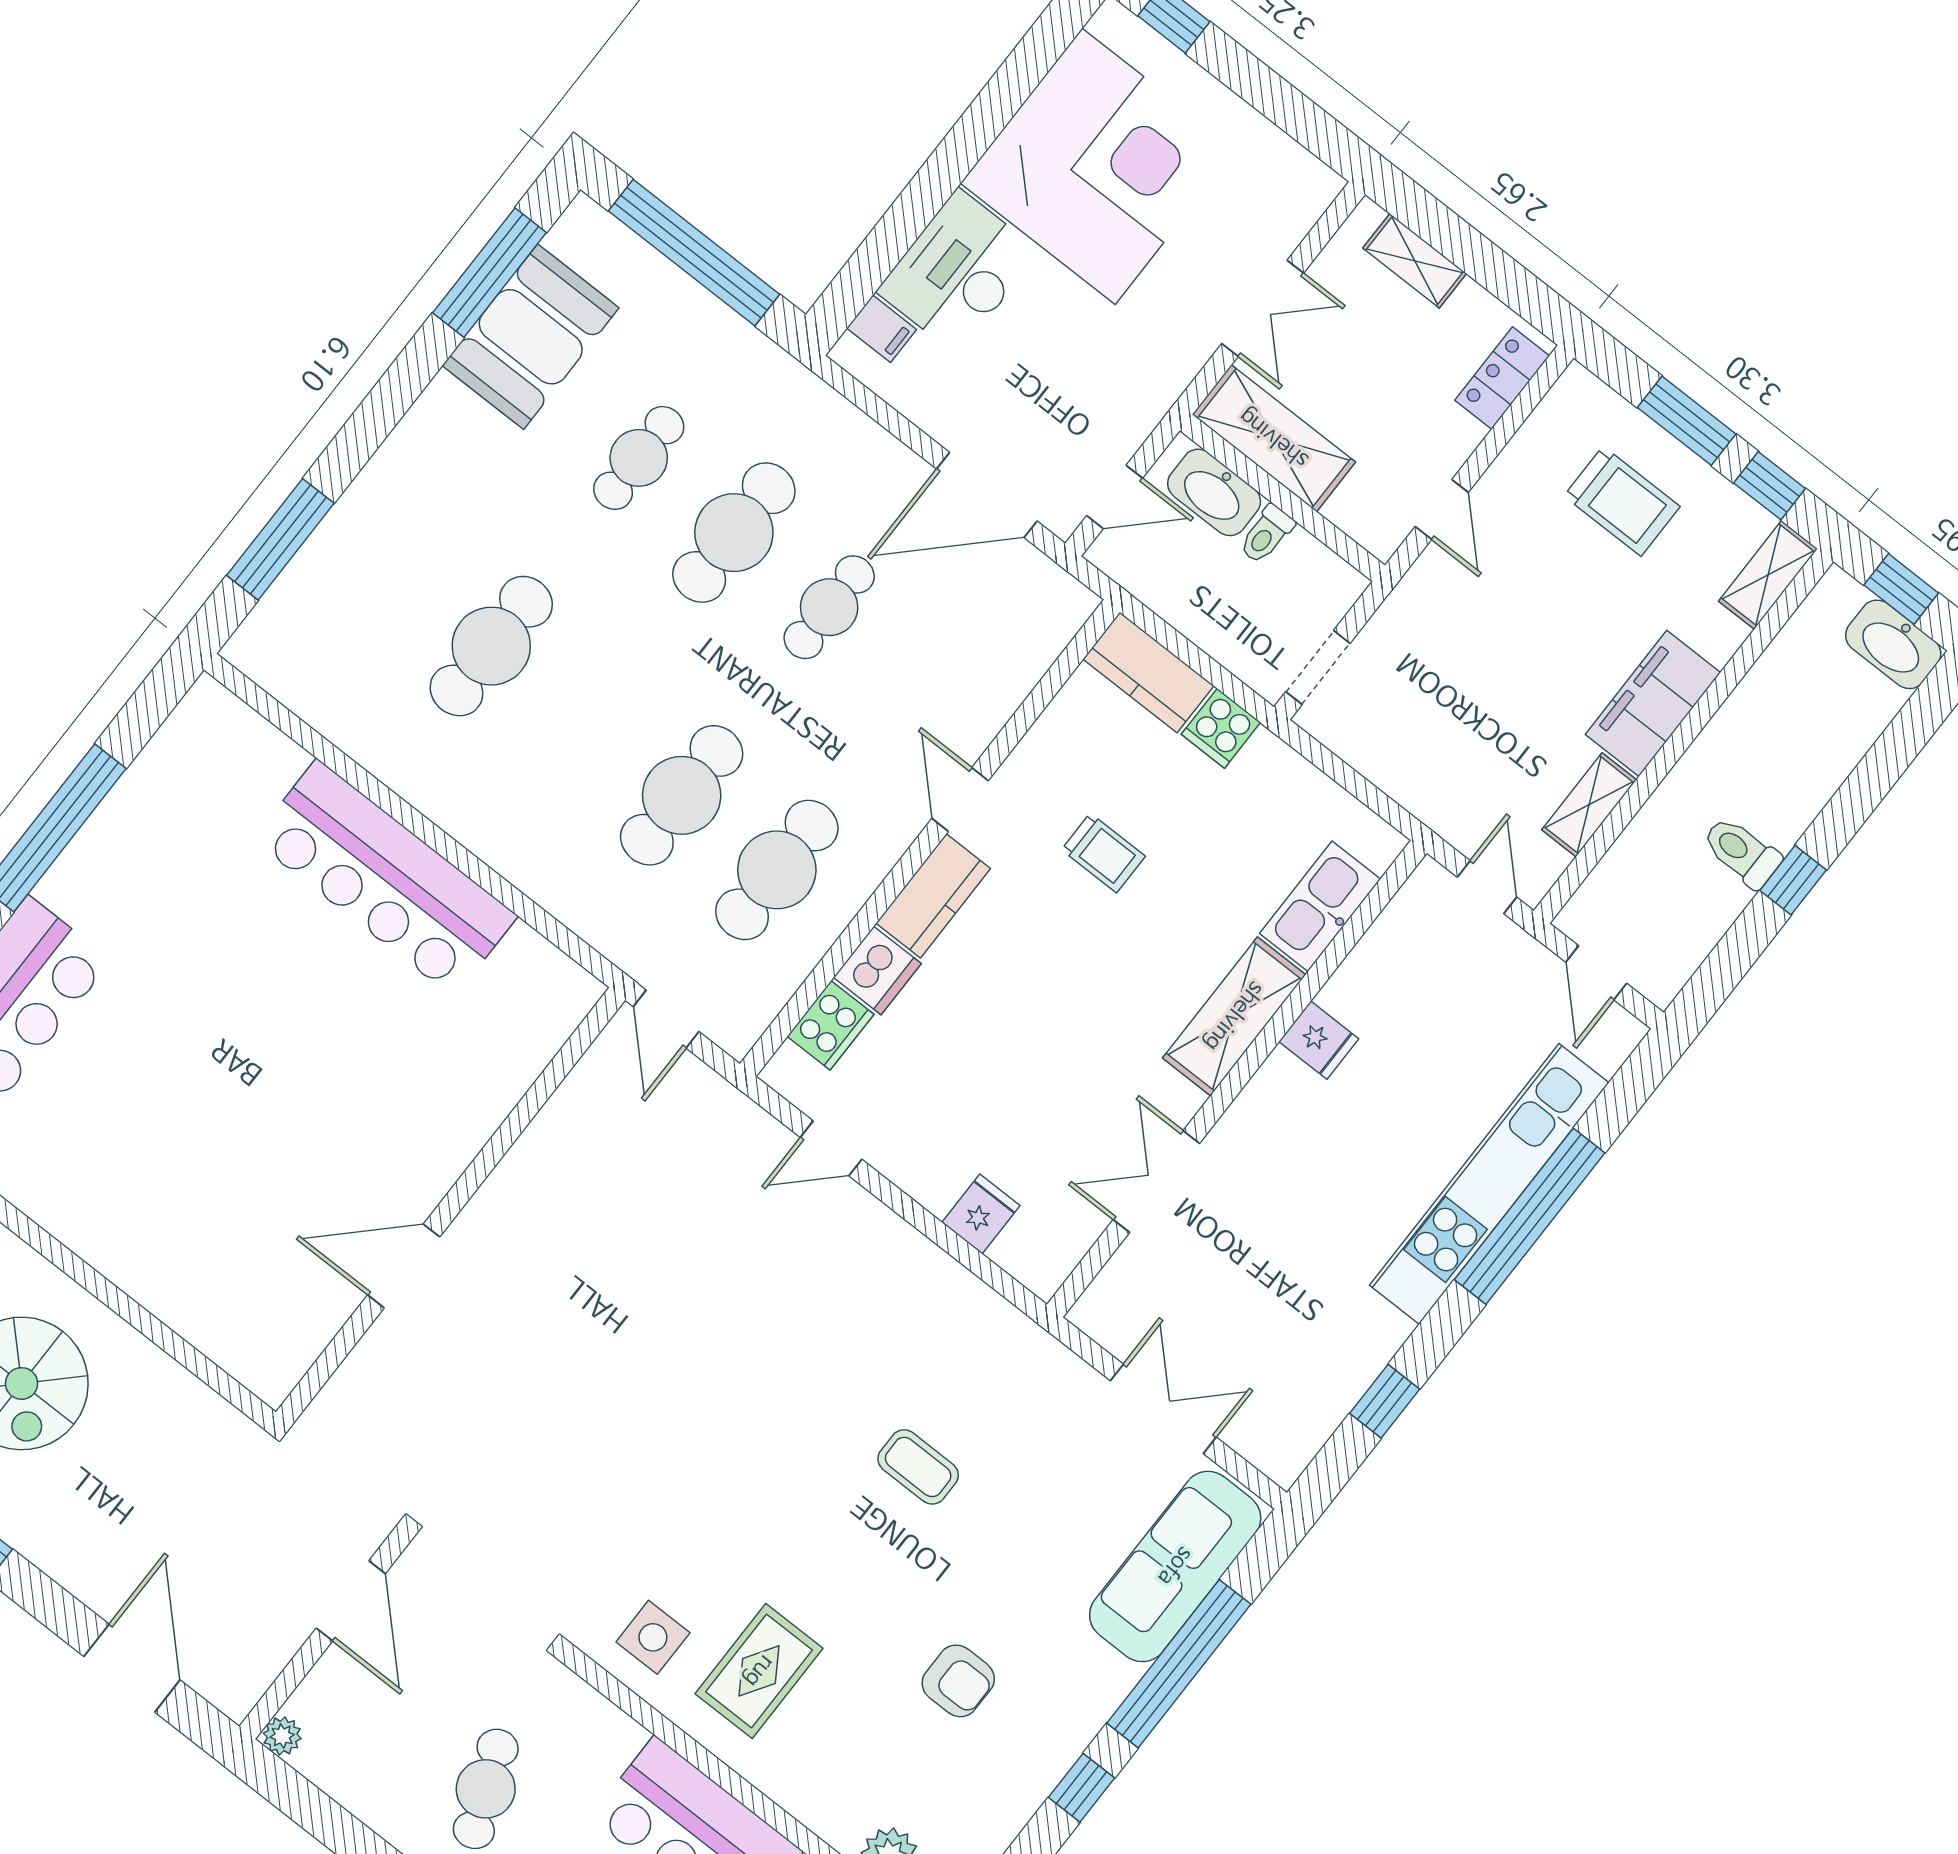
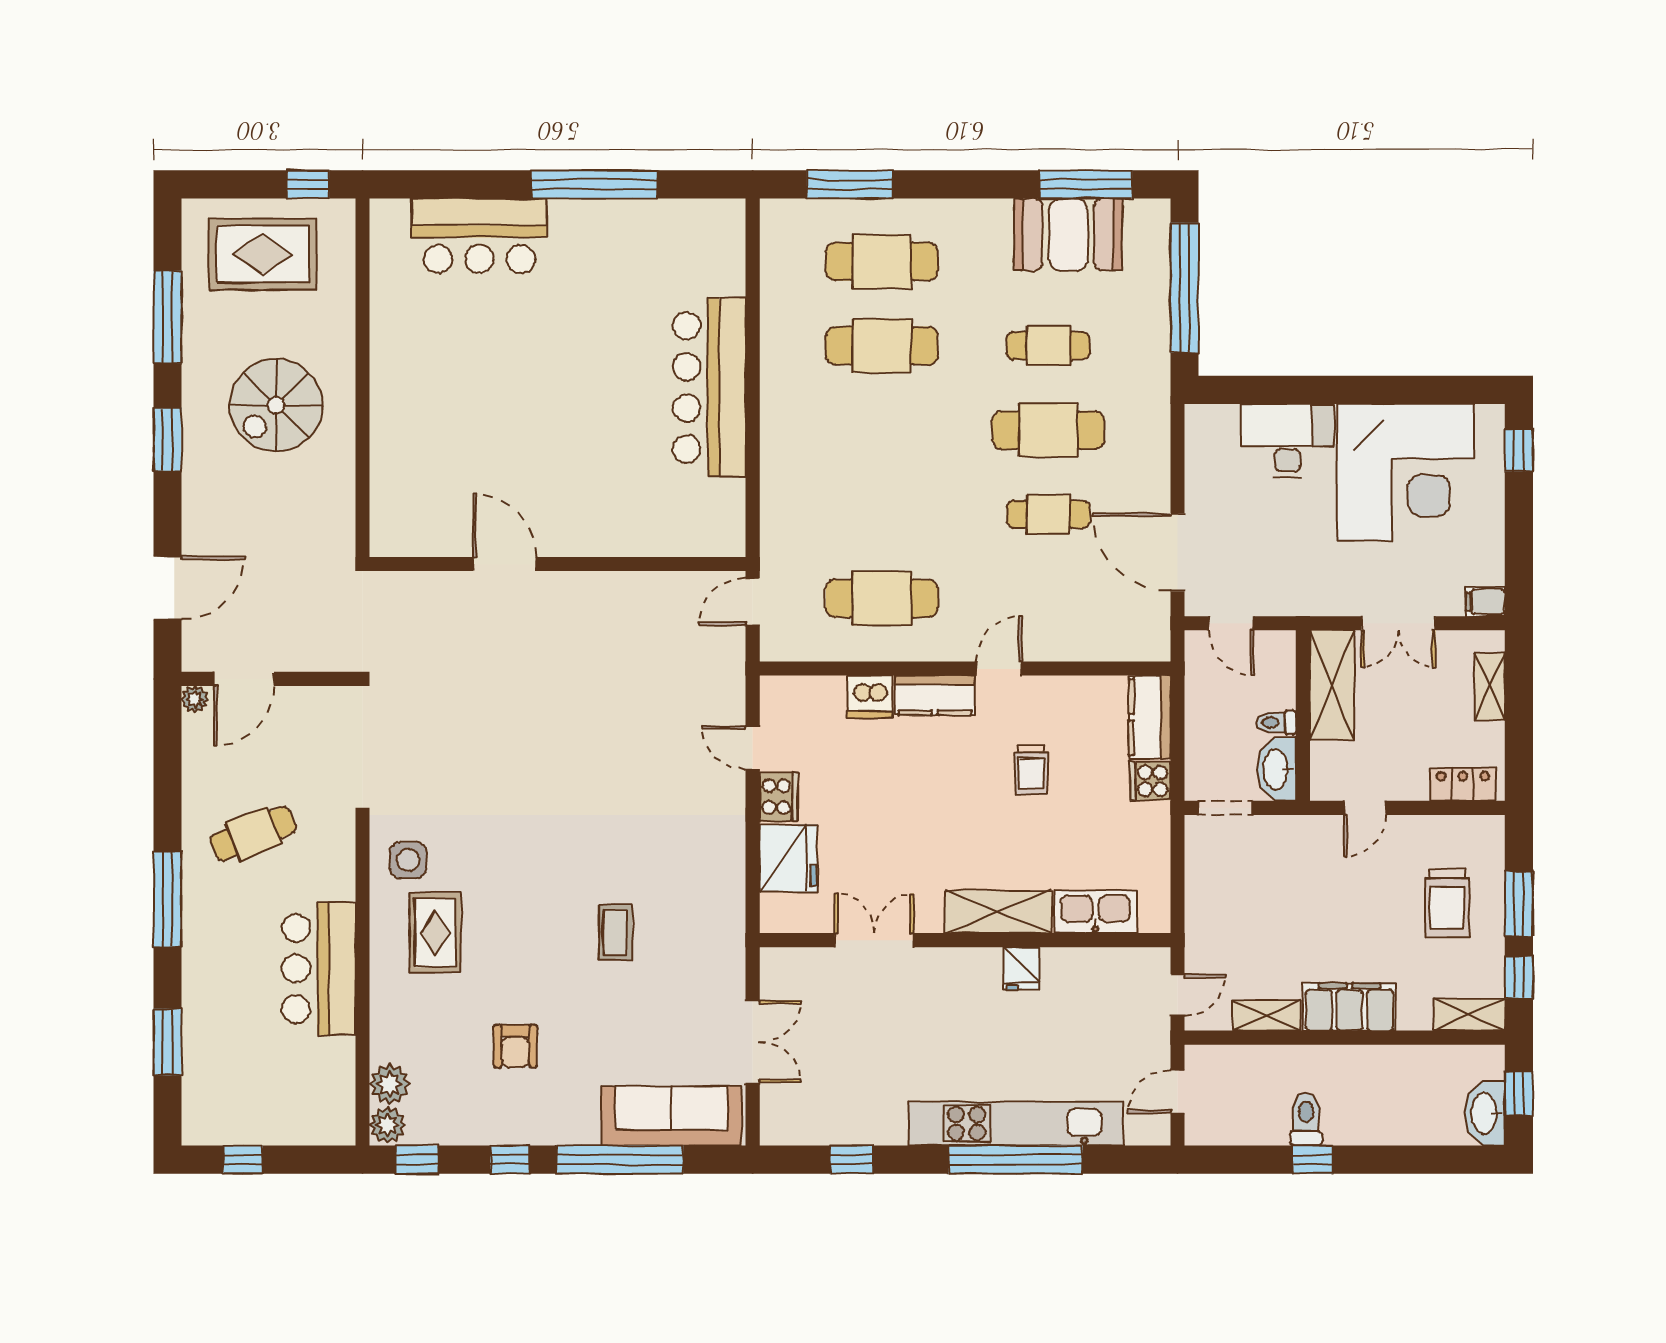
filing cabinet: (882, 329) -> (1485, 602), moved, turned 90
washbasin: (1214, 492) -> (1277, 769), moved
cafe table: (682, 795) -> (882, 261), moved
cooker: (831, 1025) -> (779, 797), moved, turned -90
fridge: (981, 1214) -> (788, 858), width x1.88, depth x1.34
door: (351, 1601) -> (244, 679), moved
rug: (759, 1671) -> (435, 933), turned 90

